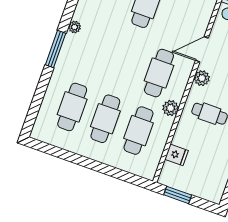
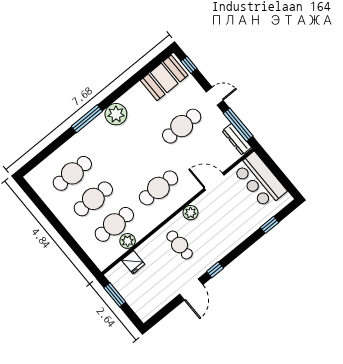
plant: (75, 27) -> (116, 114), width x1.88, depth x1.88
door: (202, 49) -> (214, 182), moved
plant: (171, 108) -> (128, 241), moved

